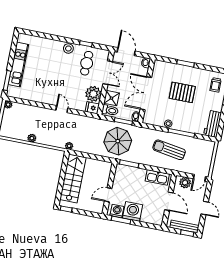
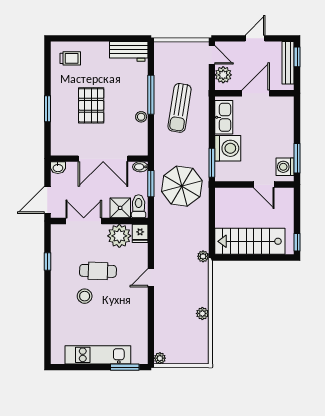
stool: (68, 48) -> (85, 296), moved
cafe table: (87, 63) -> (98, 271), moved
washing machine: (133, 211) -> (228, 148), moved, turned 180

